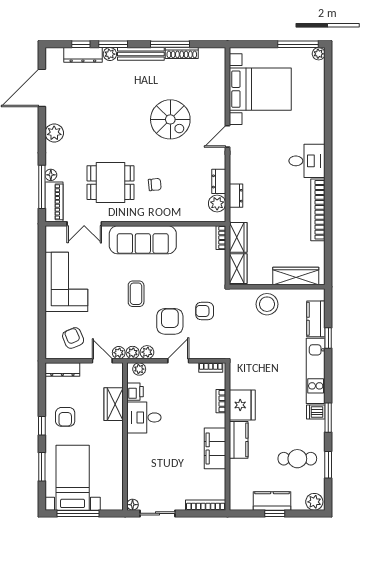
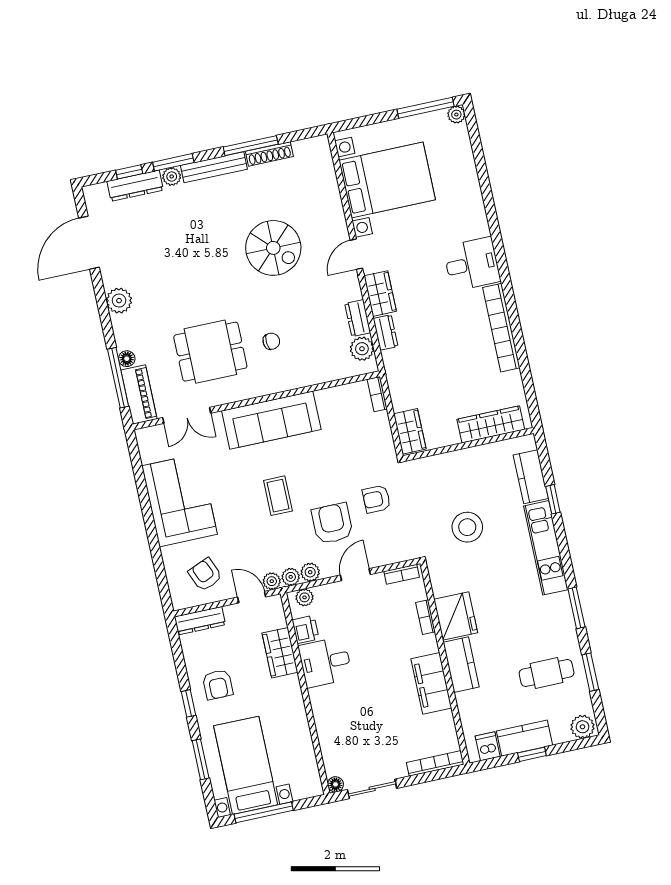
wardrobe: (238, 237) -> (380, 294), moved
stool: (267, 304) -> (467, 527), moved
dishwasher: (316, 412) -> (488, 746), moved, turned 90

